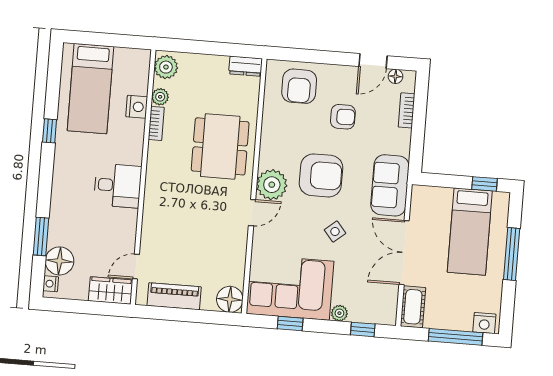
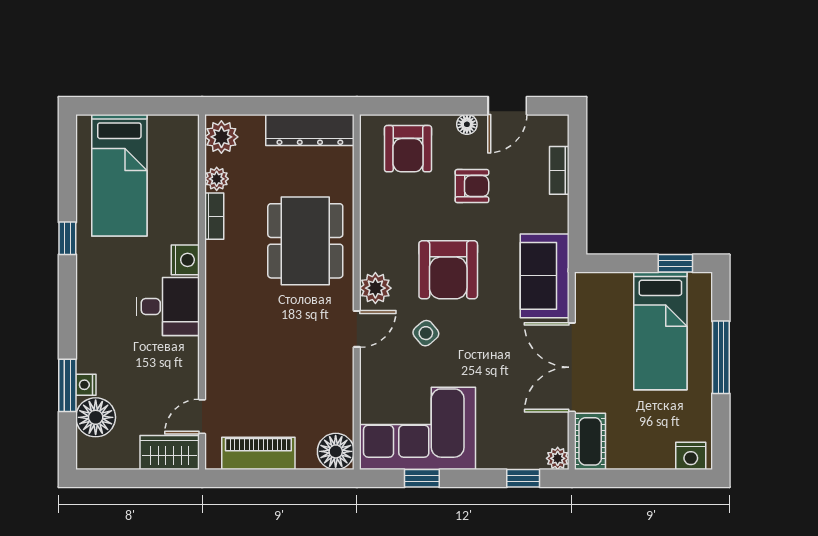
dresser: (246, 66) -> (310, 130), width x1.96, depth x1.24
floor lamp: (395, 76) -> (467, 124), moved
nightstand: (137, 107) -> (185, 260), moved
armchair: (321, 175) -> (448, 270), turned 90
plant: (272, 185) -> (375, 288), width x0.73, depth x0.73
side table: (335, 231) -> (426, 333), moved
nightstand: (51, 284) -> (86, 385), moved
plant: (339, 313) -> (558, 458), moved
window: (456, 337) -> (652, 478), removed

